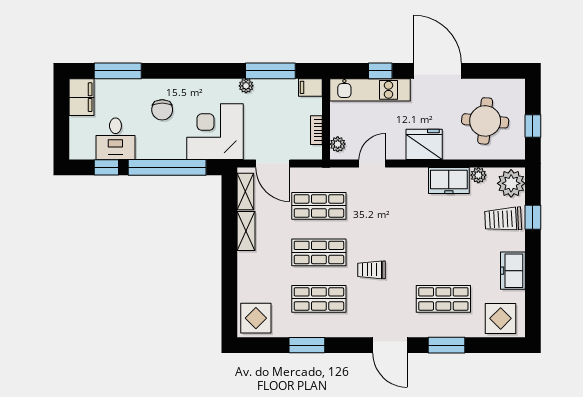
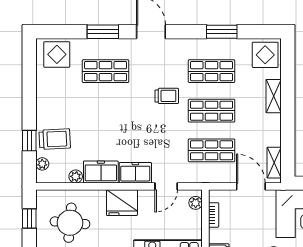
plant: (511, 183) -> (42, 164), width x0.53, depth x0.53
shelving: (246, 231) -> (274, 96), moved
freezer: (513, 271) -> (135, 173), moved, turned -90

